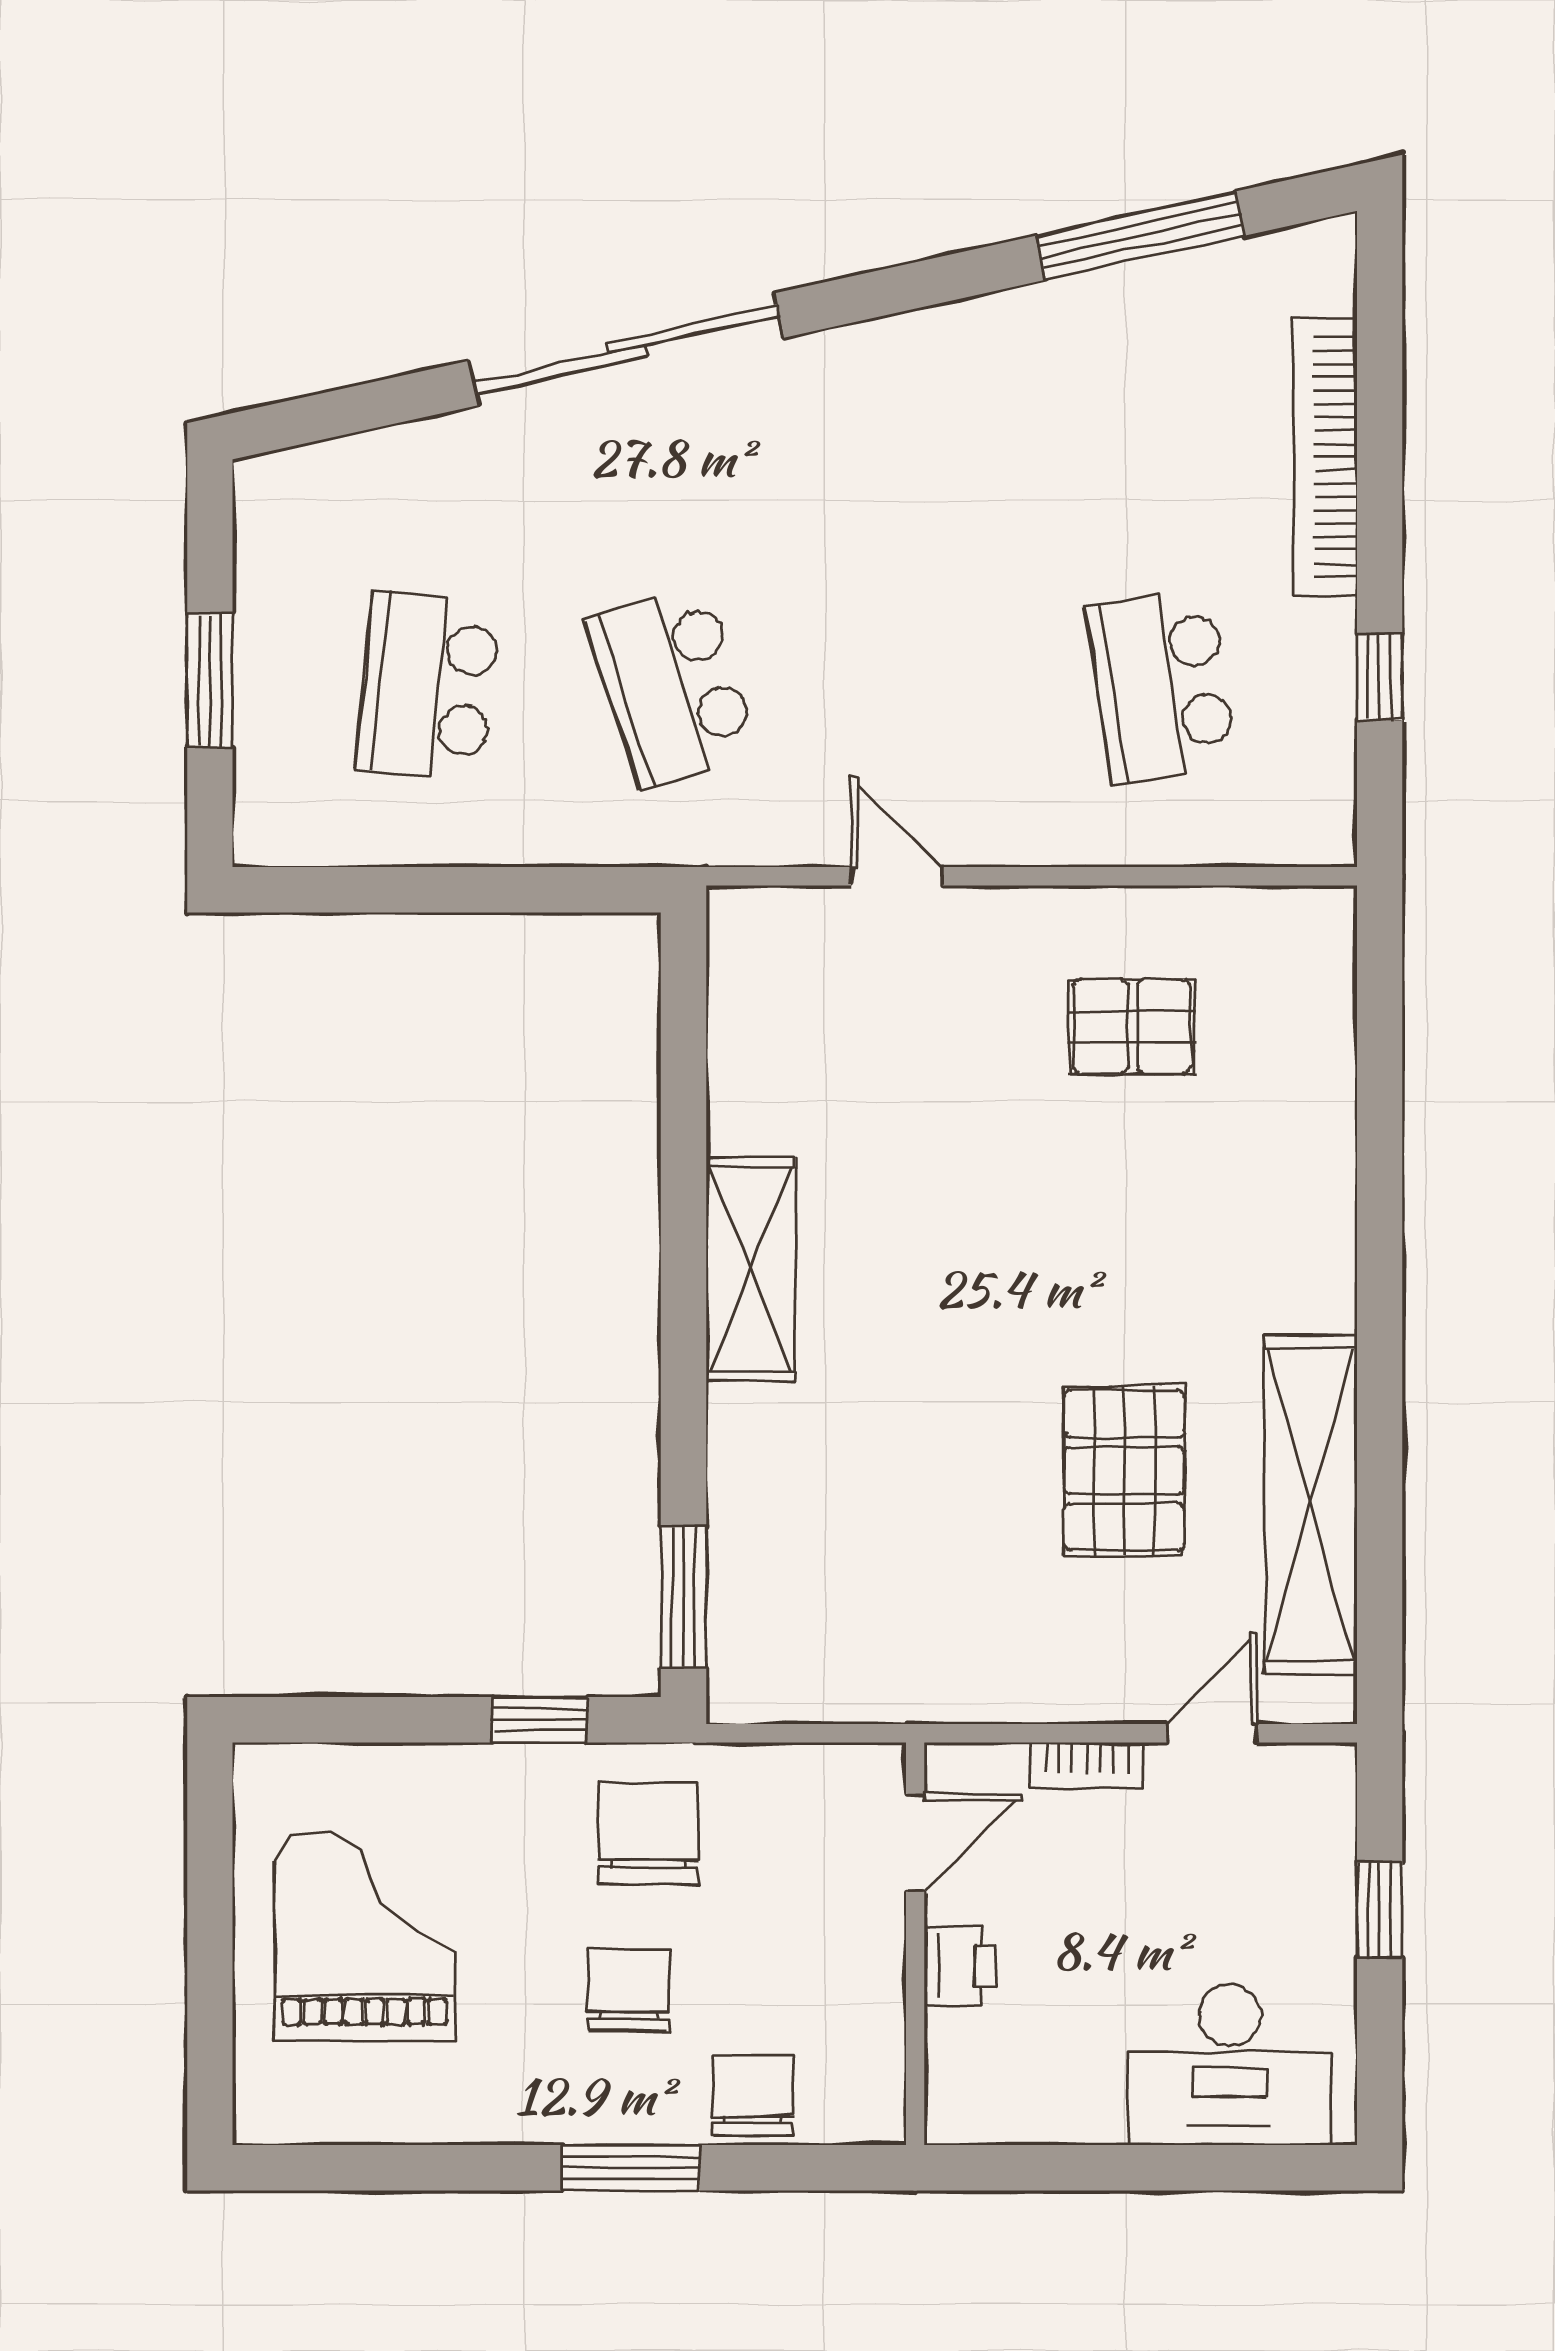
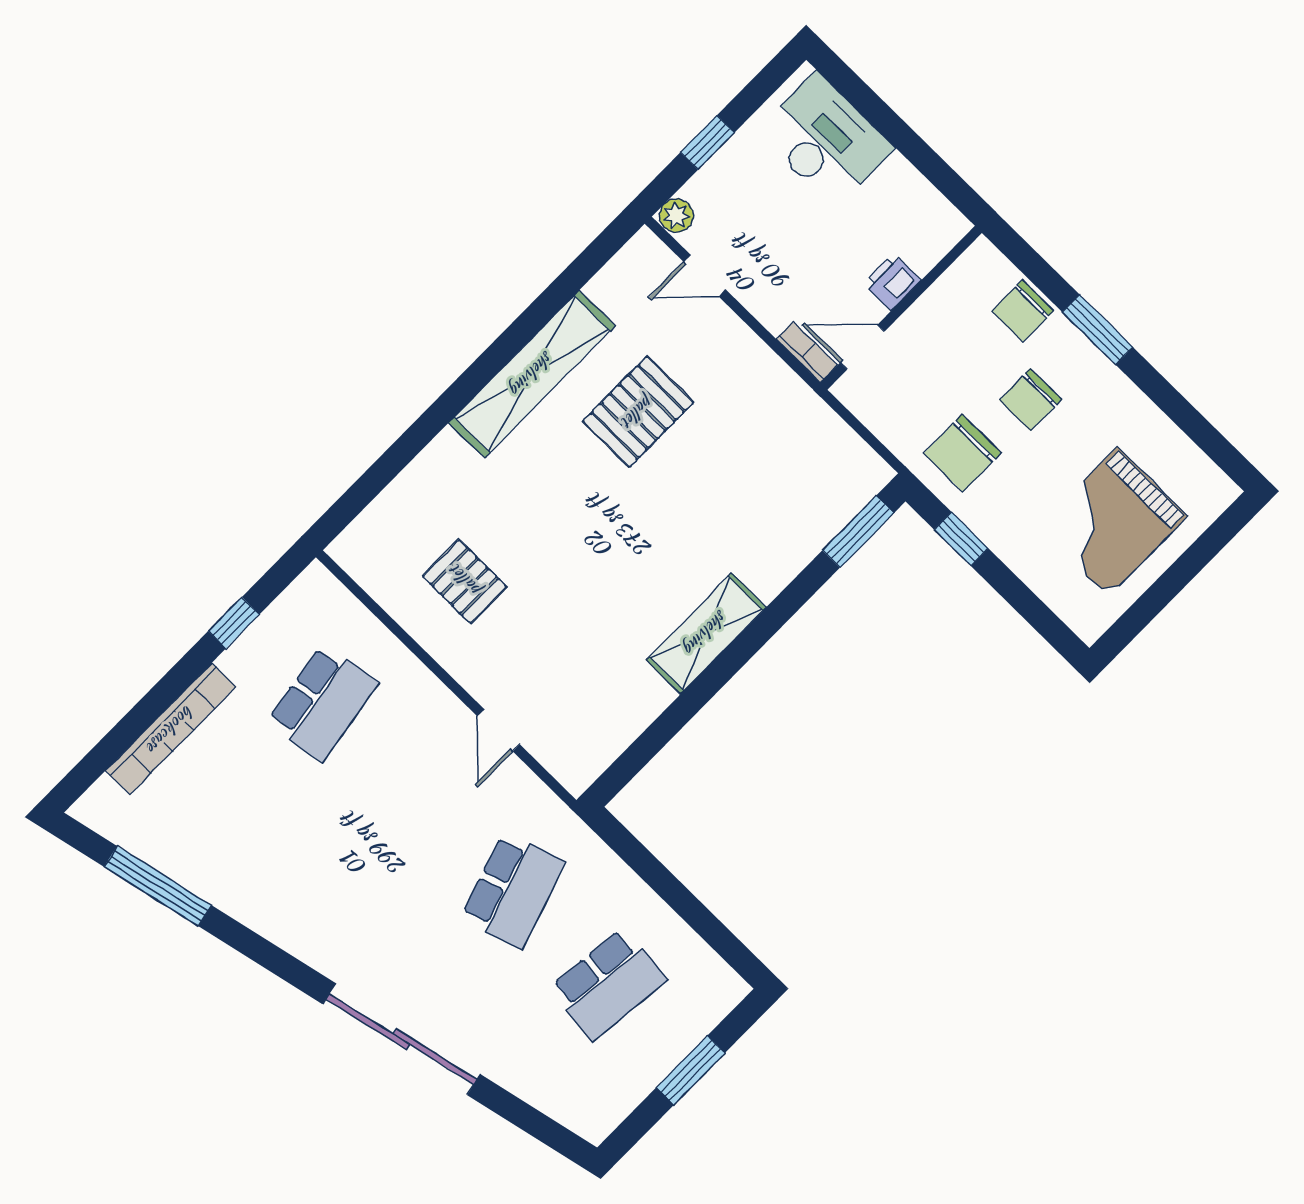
shelving: (1311, 1505) -> (532, 374), moved
bookcase: (1087, 1765) -> (807, 352), moved
plant: (1326, 1775) -> (676, 216), added

